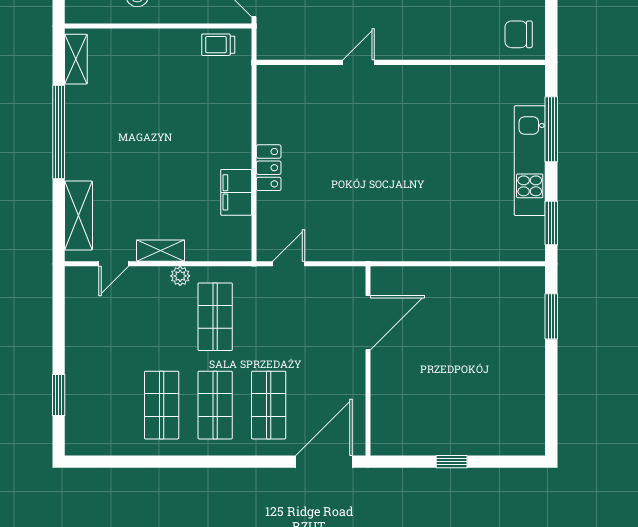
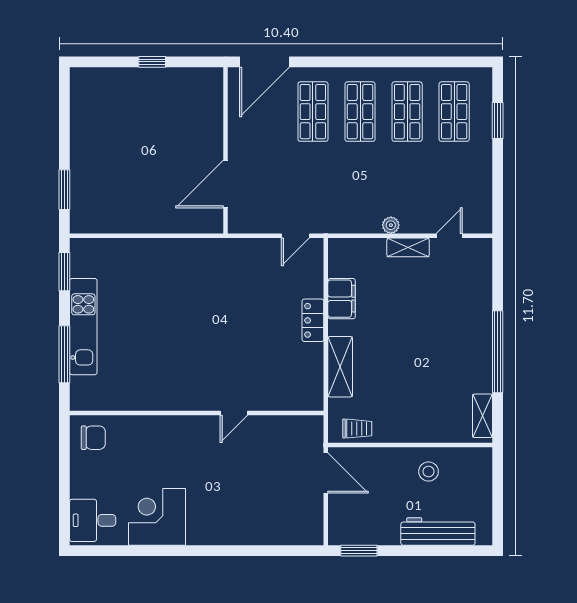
shelving: (79, 216) -> (340, 367), moved
shop shelf: (215, 317) -> (454, 112), moved

